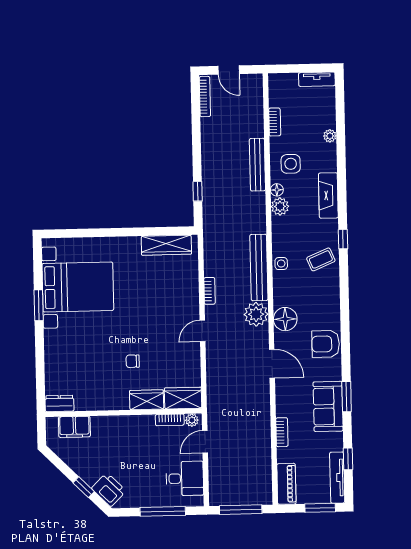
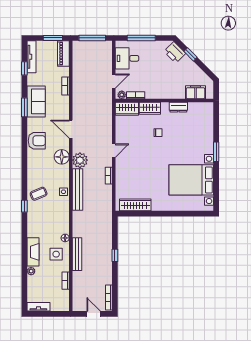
window: (198, 191) -> (115, 255), moved
fireplace: (328, 195) -> (33, 252), moved
plant: (280, 206) -> (63, 228), removed
window: (39, 305) -> (216, 152), moved
dresser: (59, 403) -> (178, 107), moved
window: (320, 508) -> (53, 38), moved

